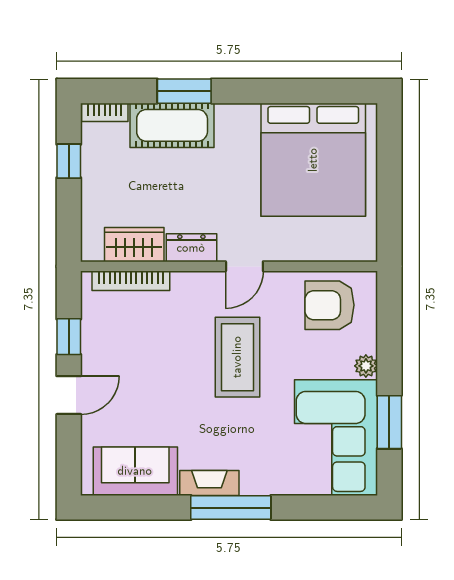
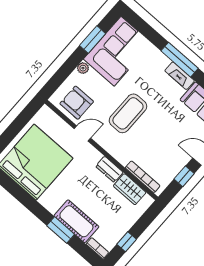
door: (244, 266) -> (82, 133), moved
armchair: (330, 305) -> (77, 103), turned 180

